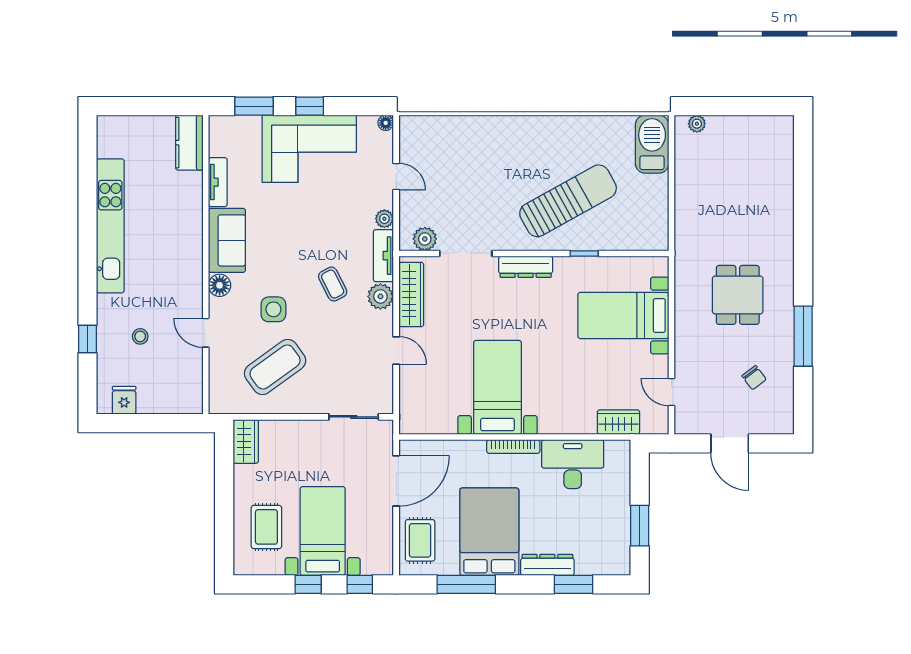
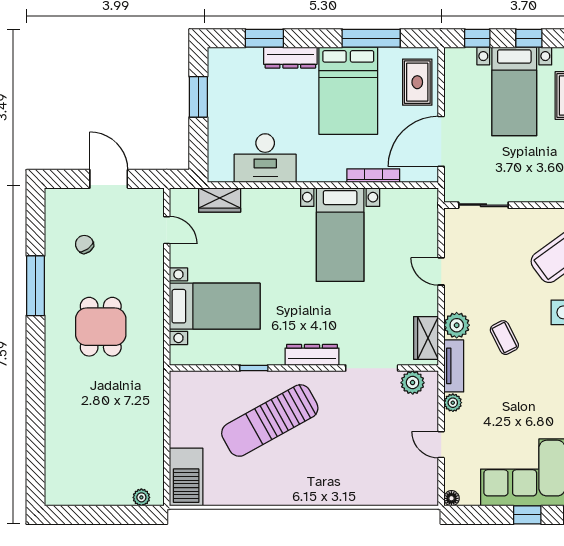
wardrobe: (411, 294) -> (426, 338), width x0.67
bookcase: (513, 447) -> (373, 176), moved

